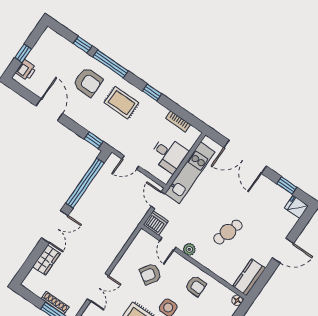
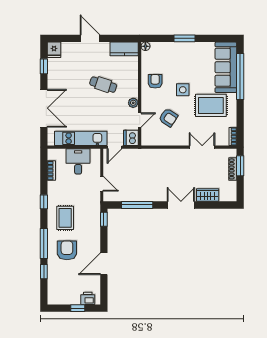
window: (85, 183) -> (137, 205), width x0.68

